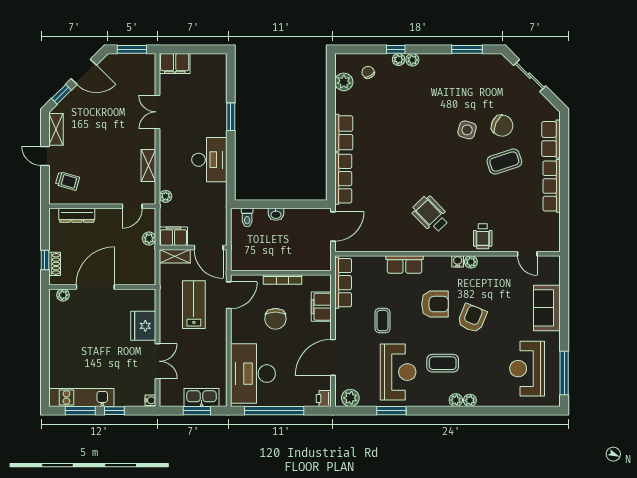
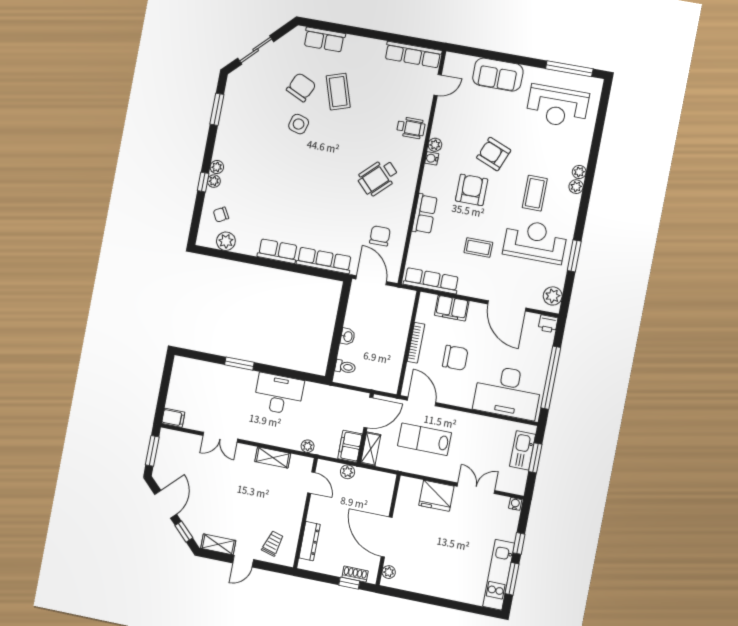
filing cabinet: (175, 64) -> (173, 418), width x0.50
row of seats: (552, 186) -> (413, 55), moved
chair: (376, 227) -> (380, 236), added

